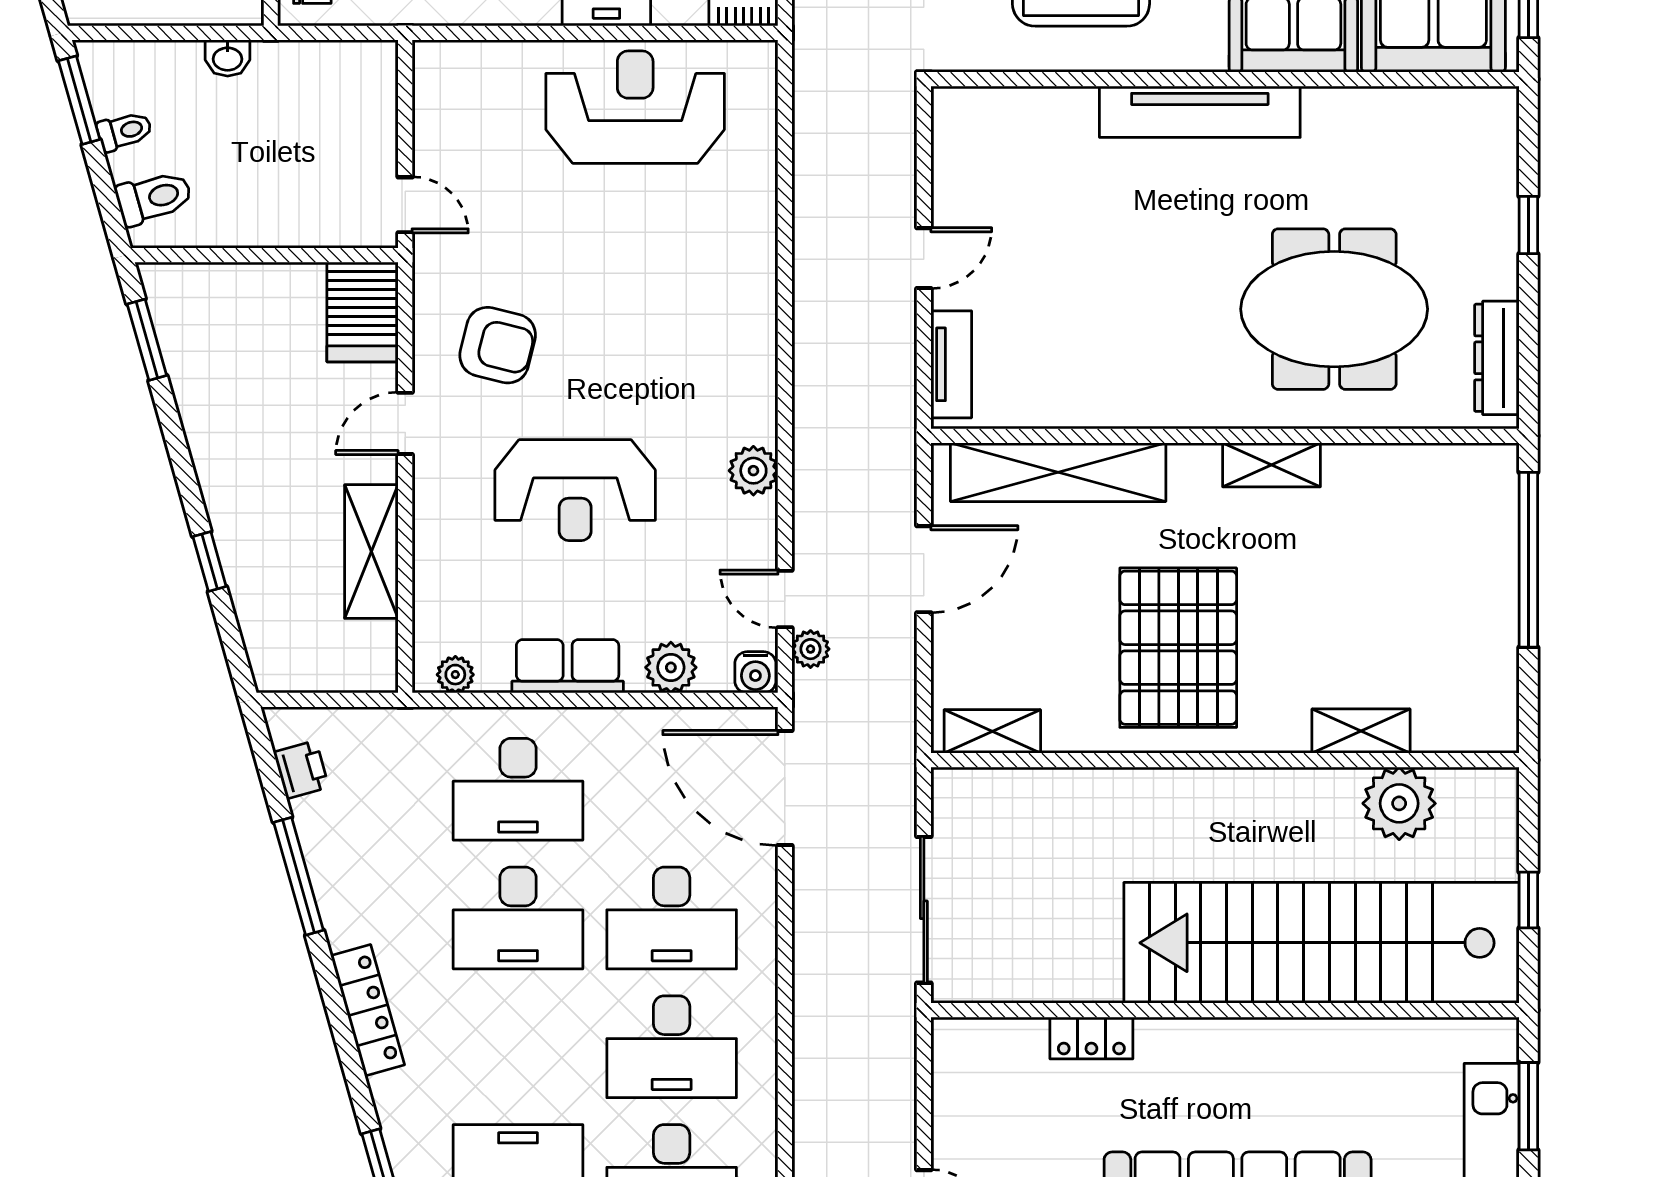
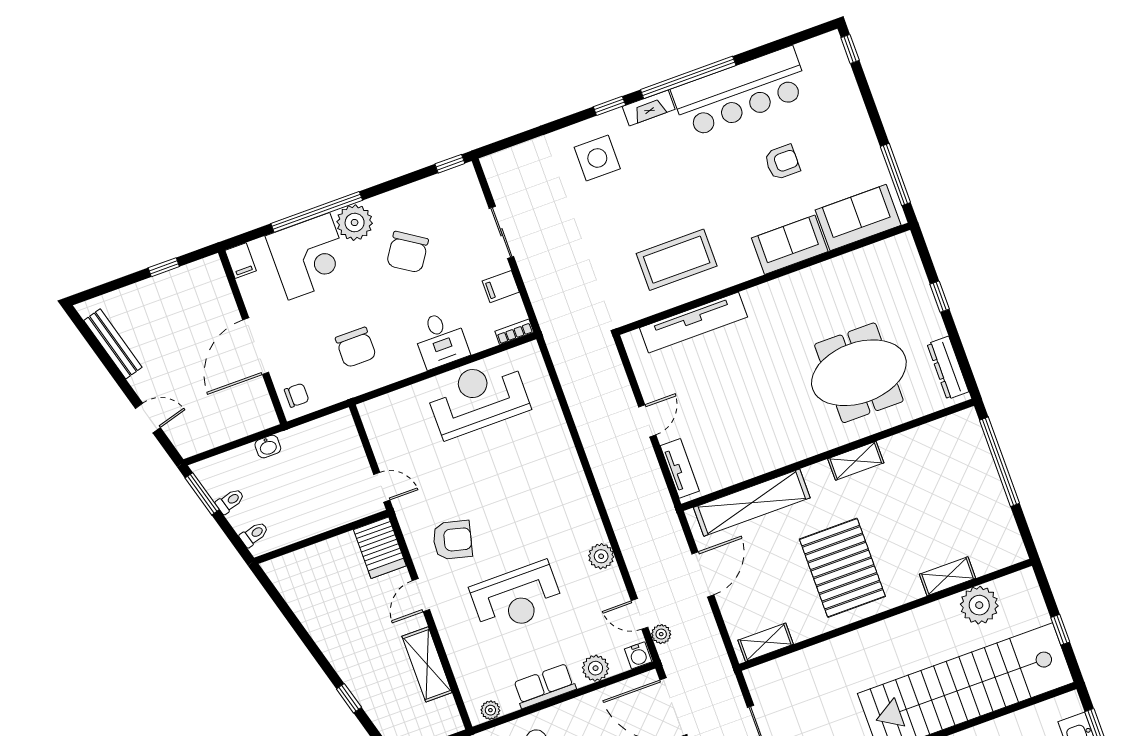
tv unit: (1200, 112) -> (694, 322), moved
toilet: (154, 198) -> (254, 534), width x0.73, depth x0.72
window: (147, 340) -> (278, 600), removed

